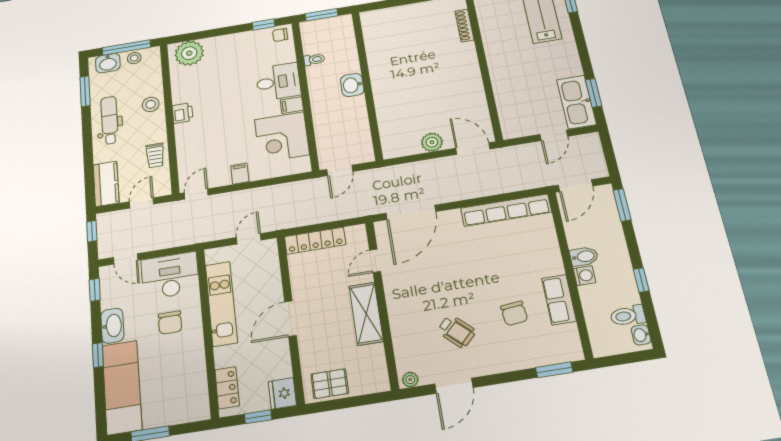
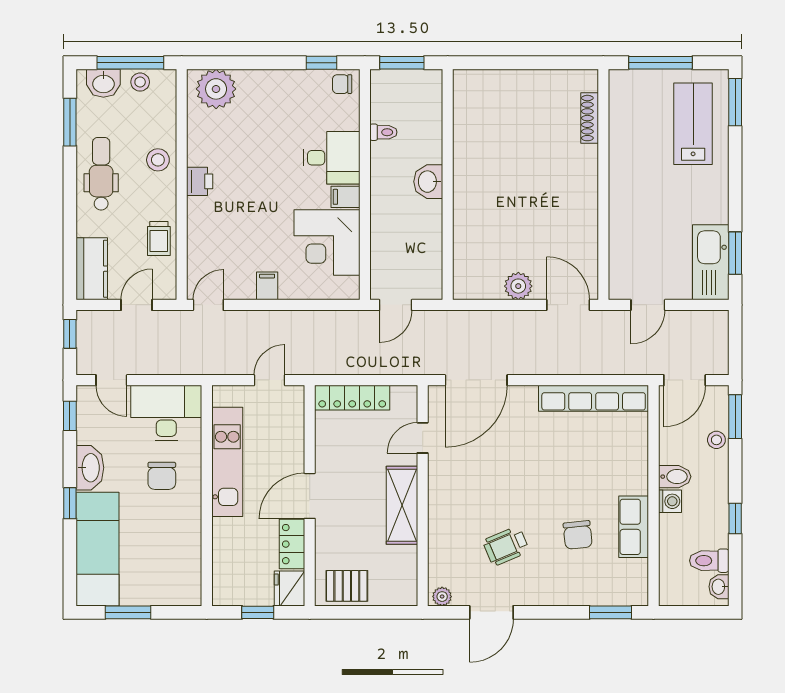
door: (554, 135) -> (648, 305), moved
stool: (611, 224) -> (716, 440), added
wheelchair: (457, 331) -> (506, 546), turned 113
locker: (227, 388) -> (292, 544), moved, turned 180

